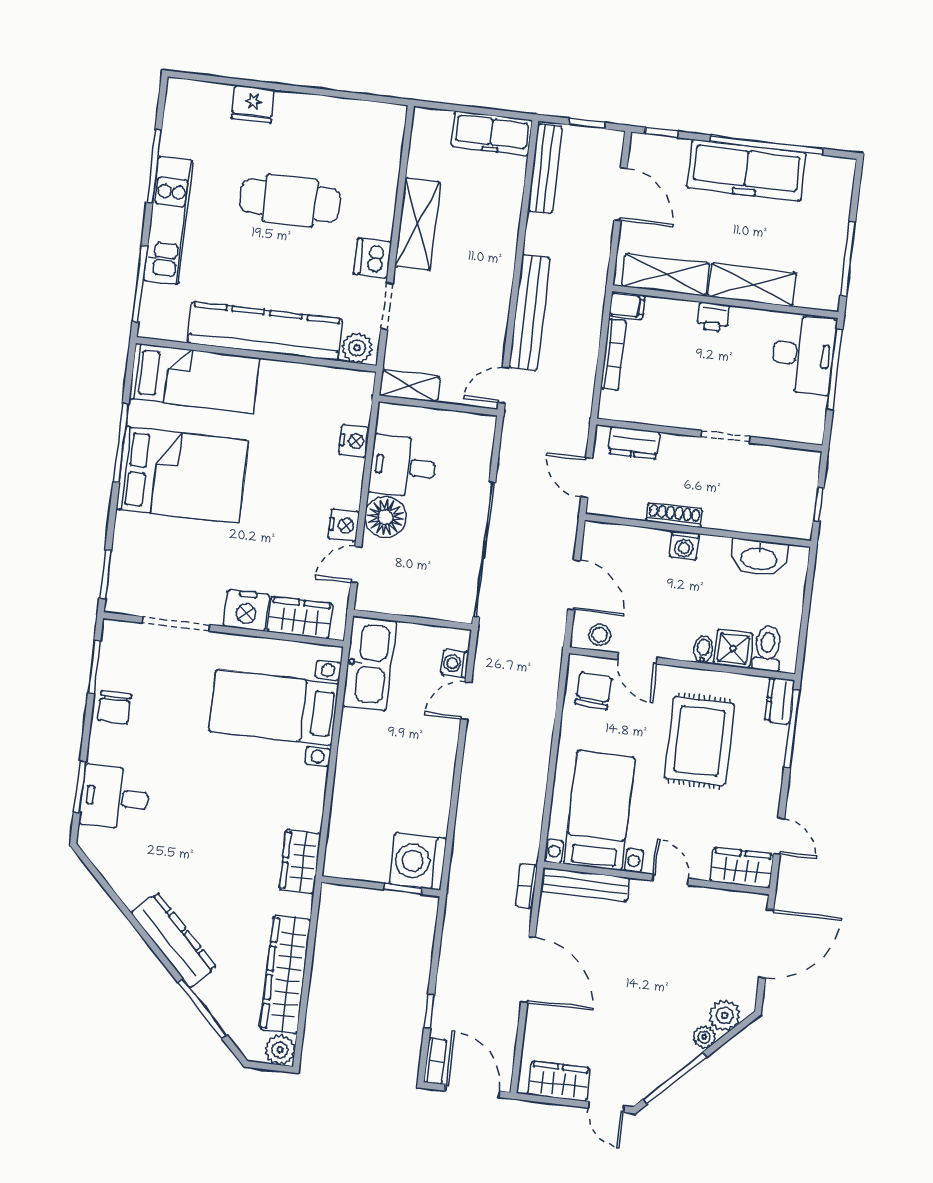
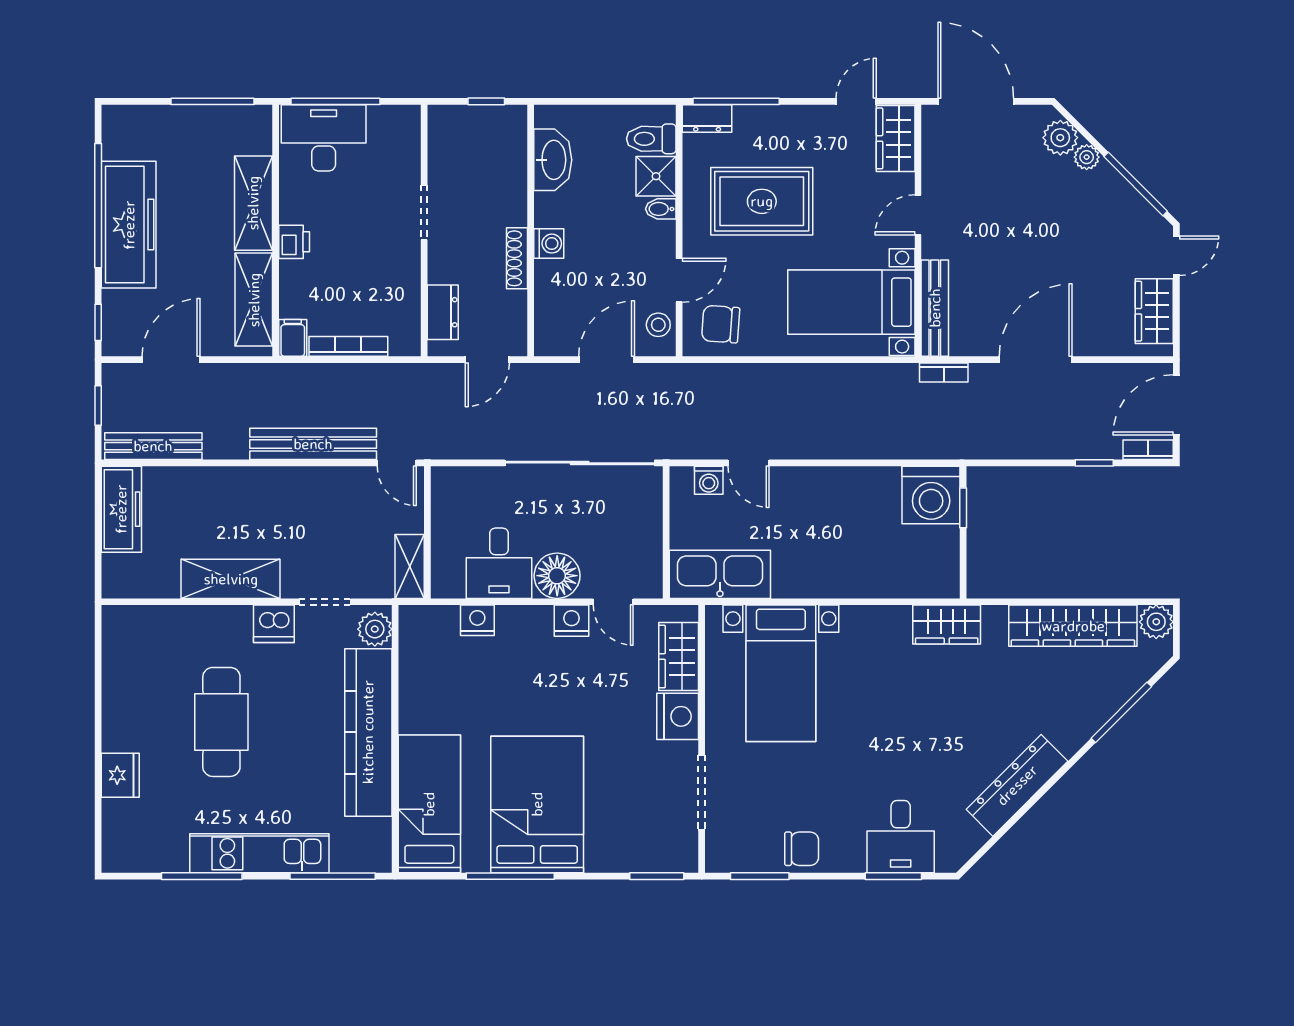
dresser: (174, 940) -> (1017, 785), moved

